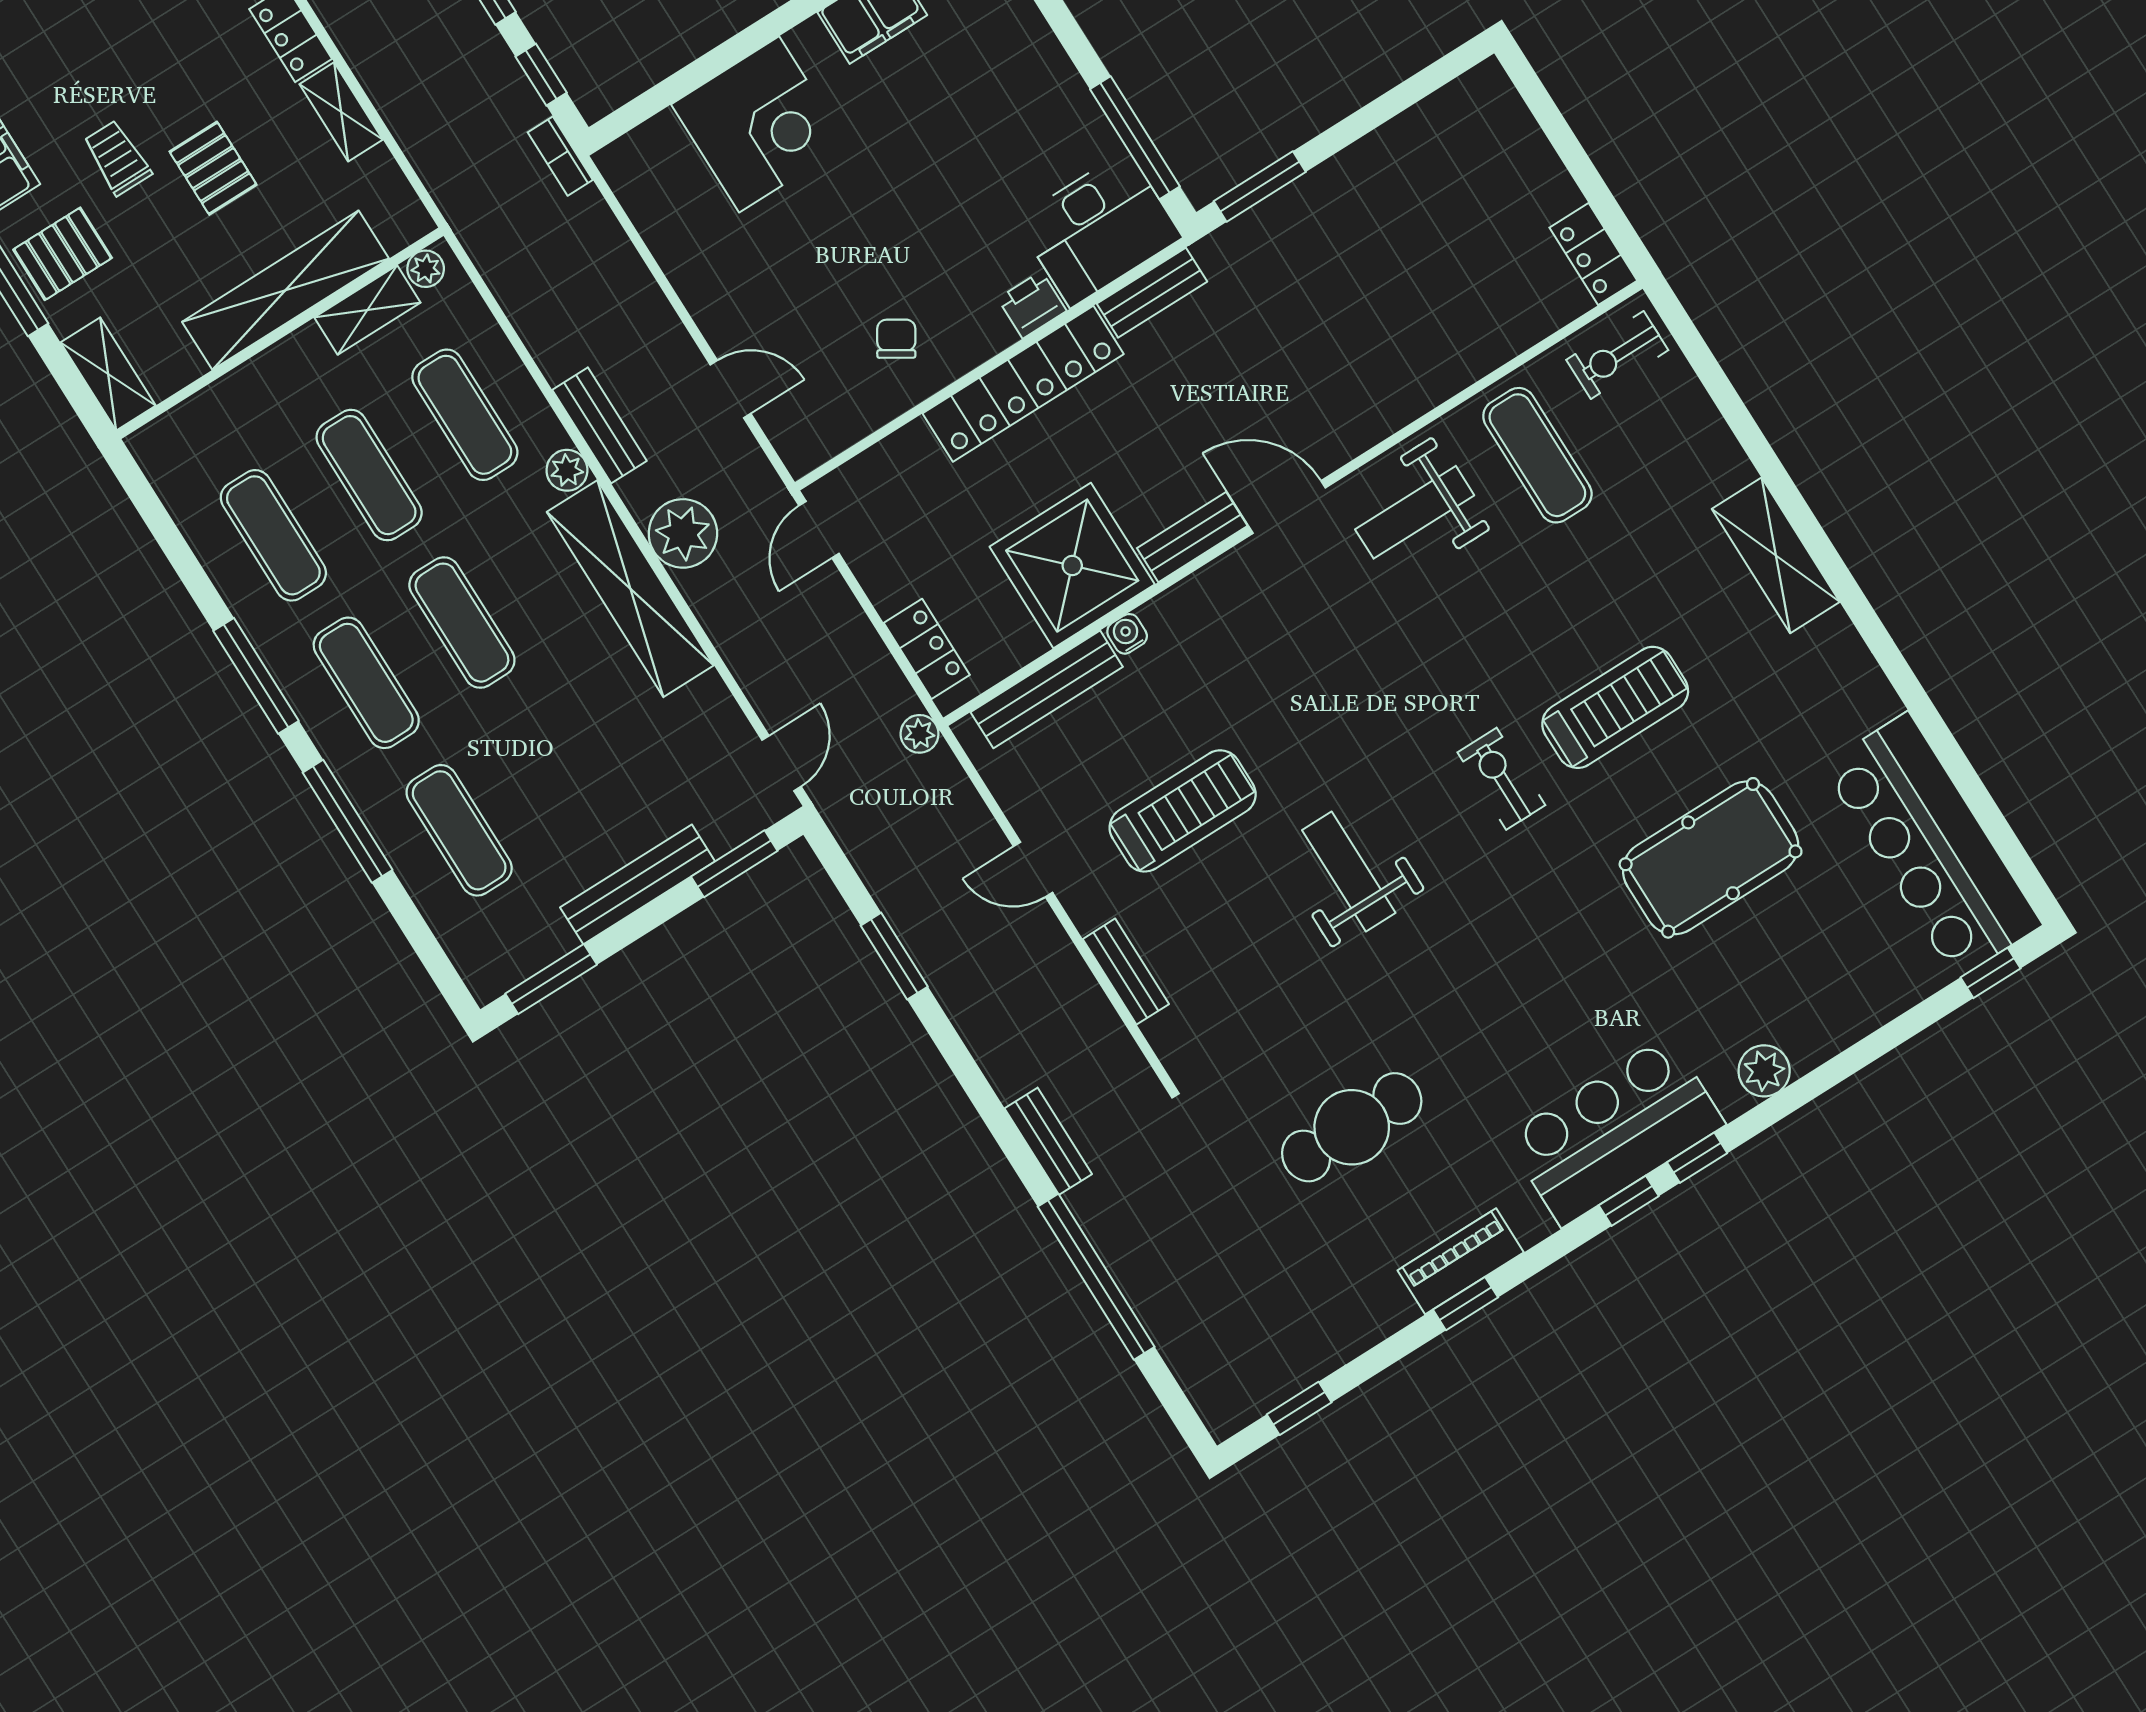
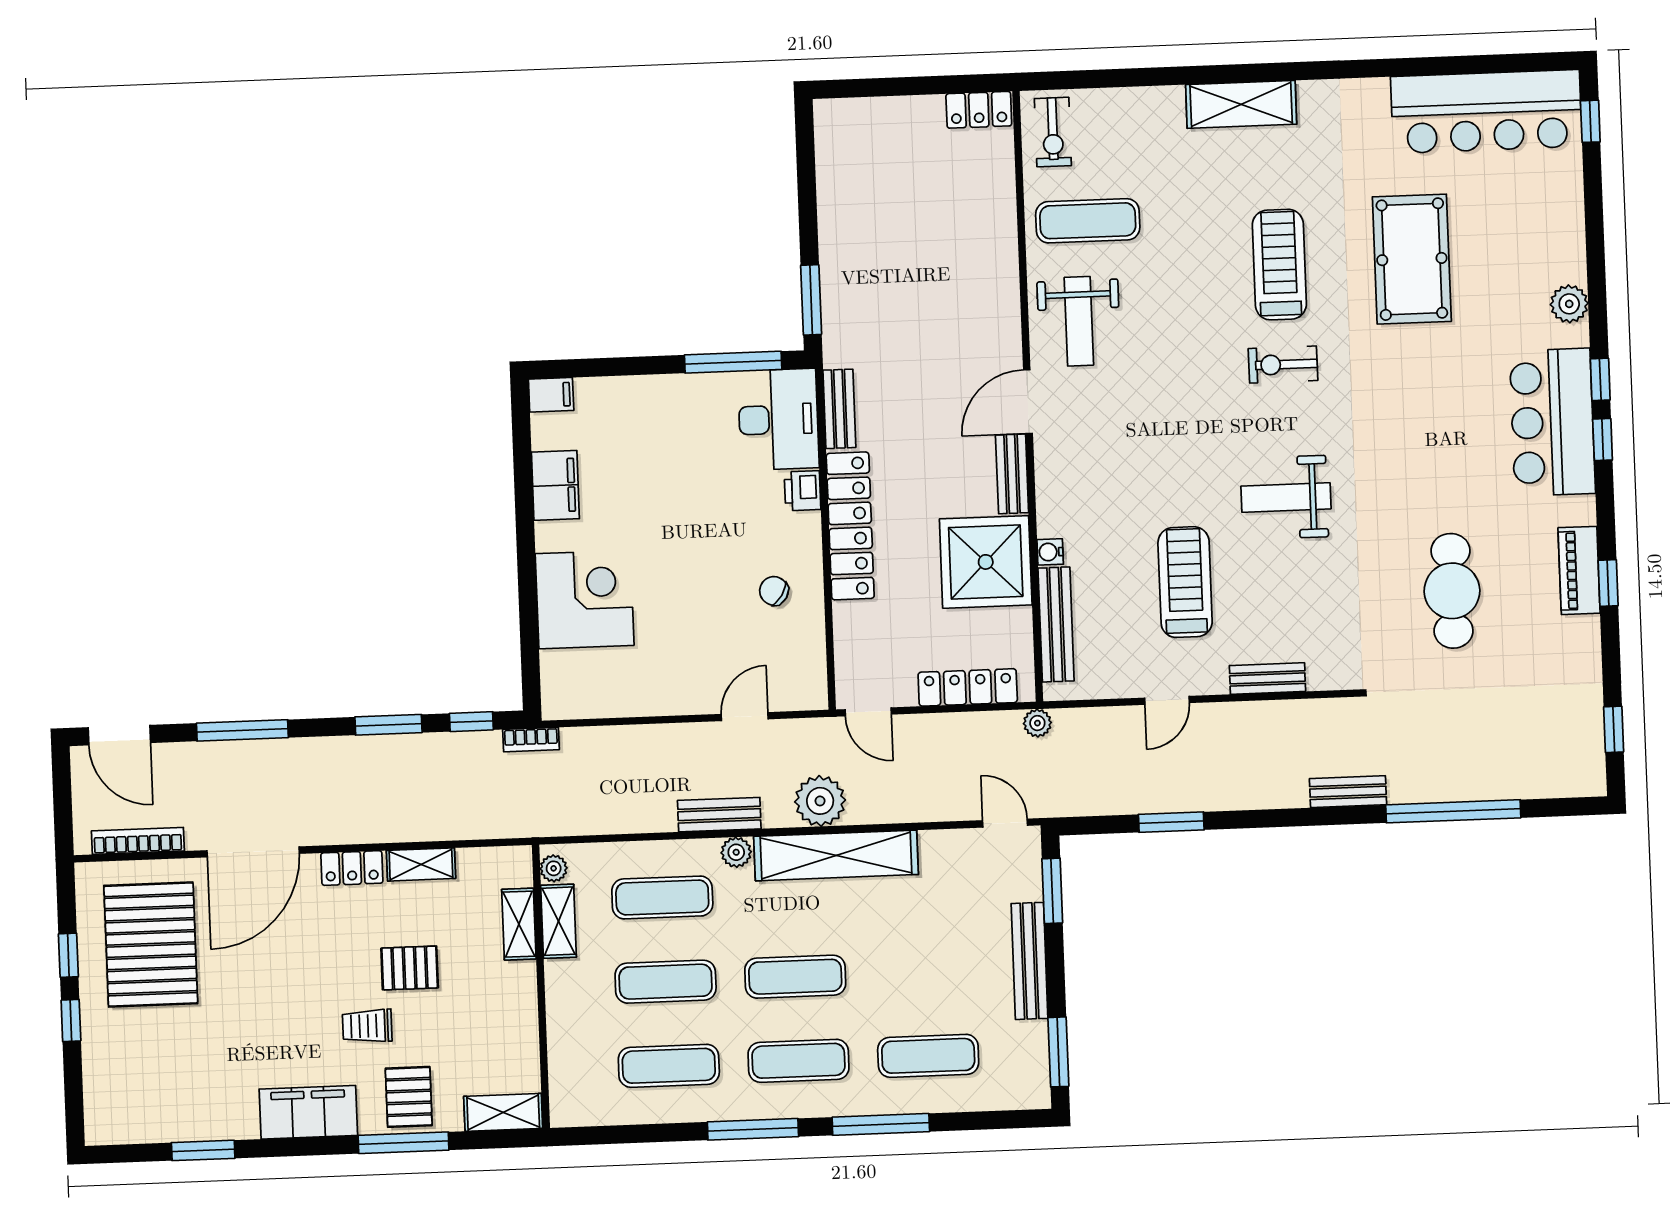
shelving: (286, 290) -> (519, 924), width x0.45, depth x0.75
locker: (927, 649) -> (968, 687), width x1.53

